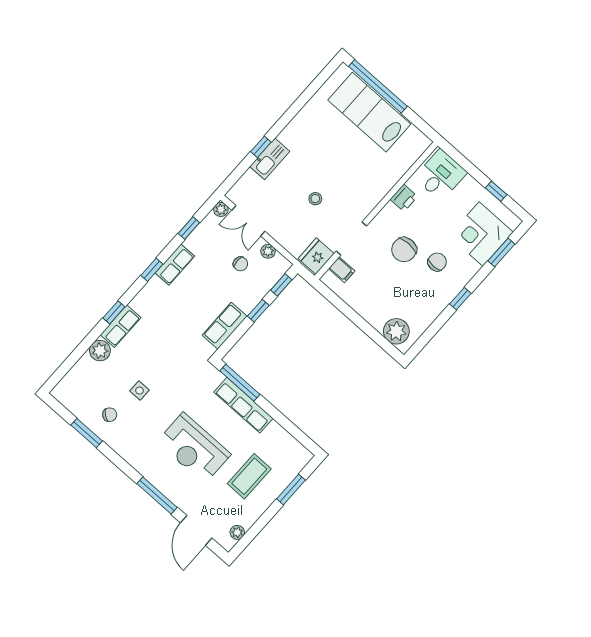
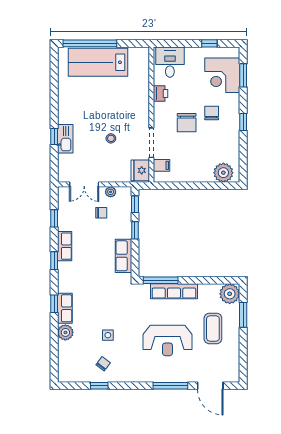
plant: (221, 209) -> (63, 192), removed
window: (87, 433) -> (99, 386), width x0.67
plant: (237, 532) -> (230, 294), moved, width x1.88, depth x1.88

